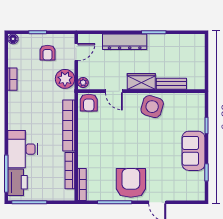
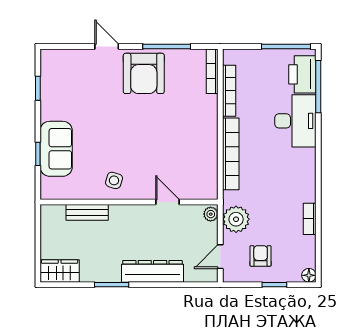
wardrobe: (141, 81) -> (60, 271), moved, turned 180
armchair: (89, 103) -> (203, 186), removed
side table: (152, 107) -> (114, 180), width x0.54, depth x0.54
sofa: (193, 151) -> (56, 149), moved

